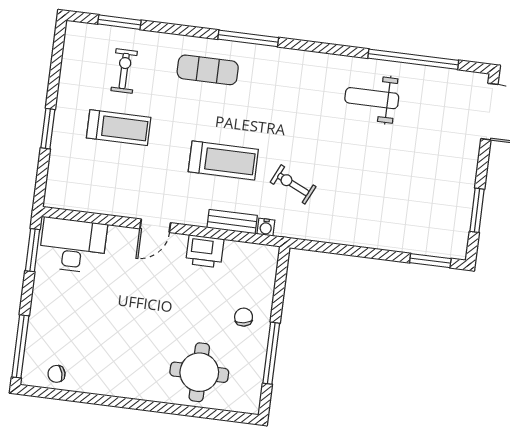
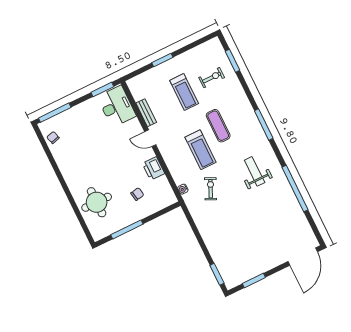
window: (413, 59) -> (295, 188), moved
exercise mat: (208, 70) -> (218, 126), moved
weight bench: (372, 98) -> (255, 171), moved
bench: (232, 222) -> (146, 113), moved
chair: (244, 317) -> (137, 194), moved

